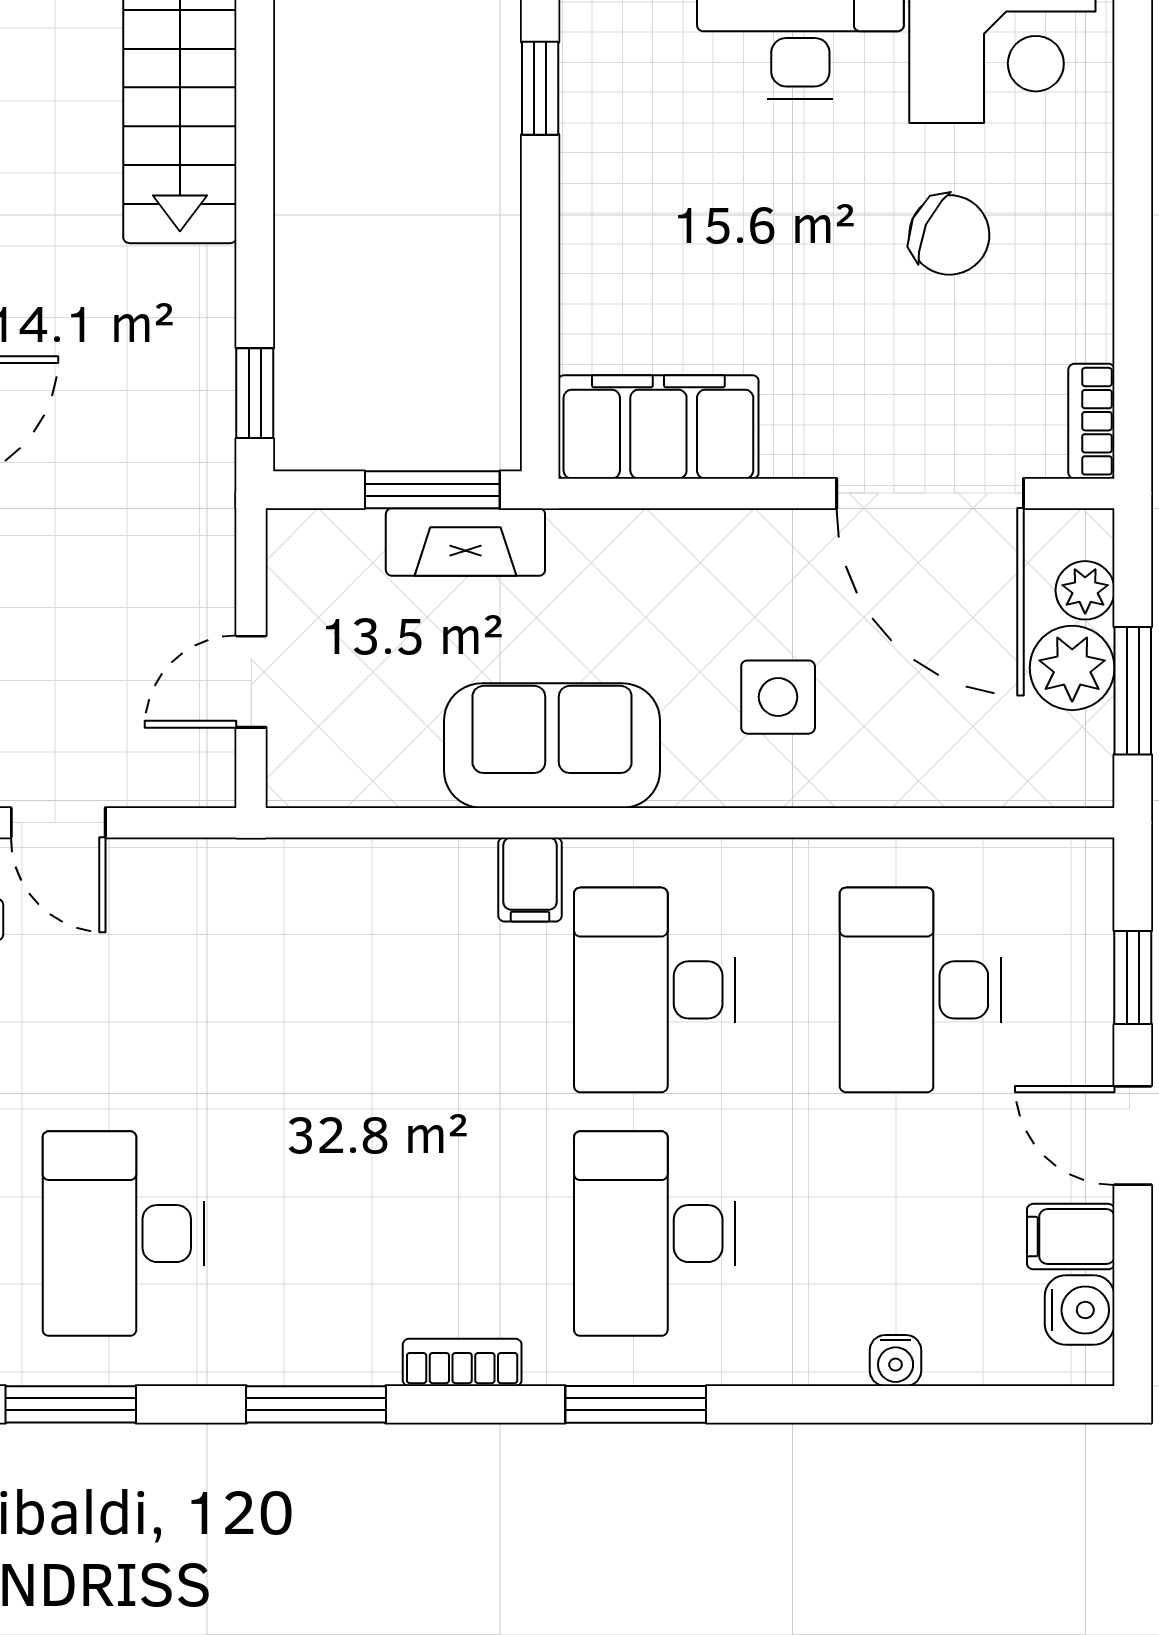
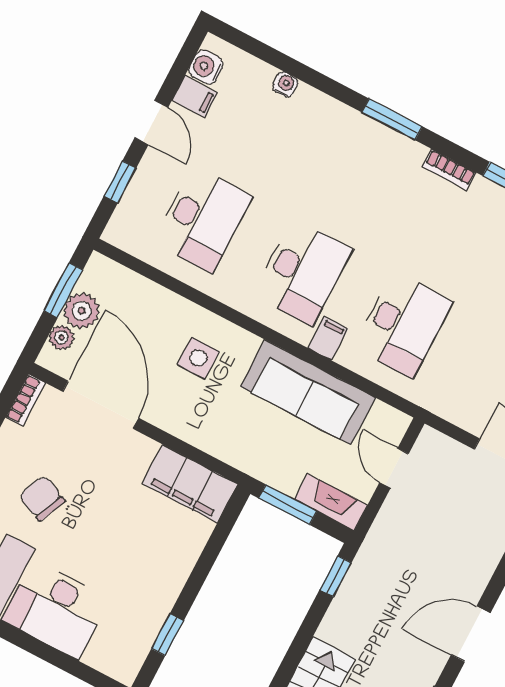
fireplace: (465, 542) -> (331, 502), moved
door: (251, 682) -> (394, 468), swing flipped
sofa: (552, 746) -> (308, 392), width x1.36
desk: (655, 1234) -> (403, 325), moved

